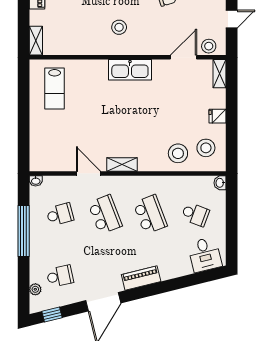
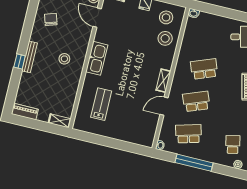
lab bench: (55, 88) -> (101, 104), moved, turned -90
school desk: (60, 214) -> (188, 134), width x1.85
school desk: (195, 214) -> (212, 37), removed

